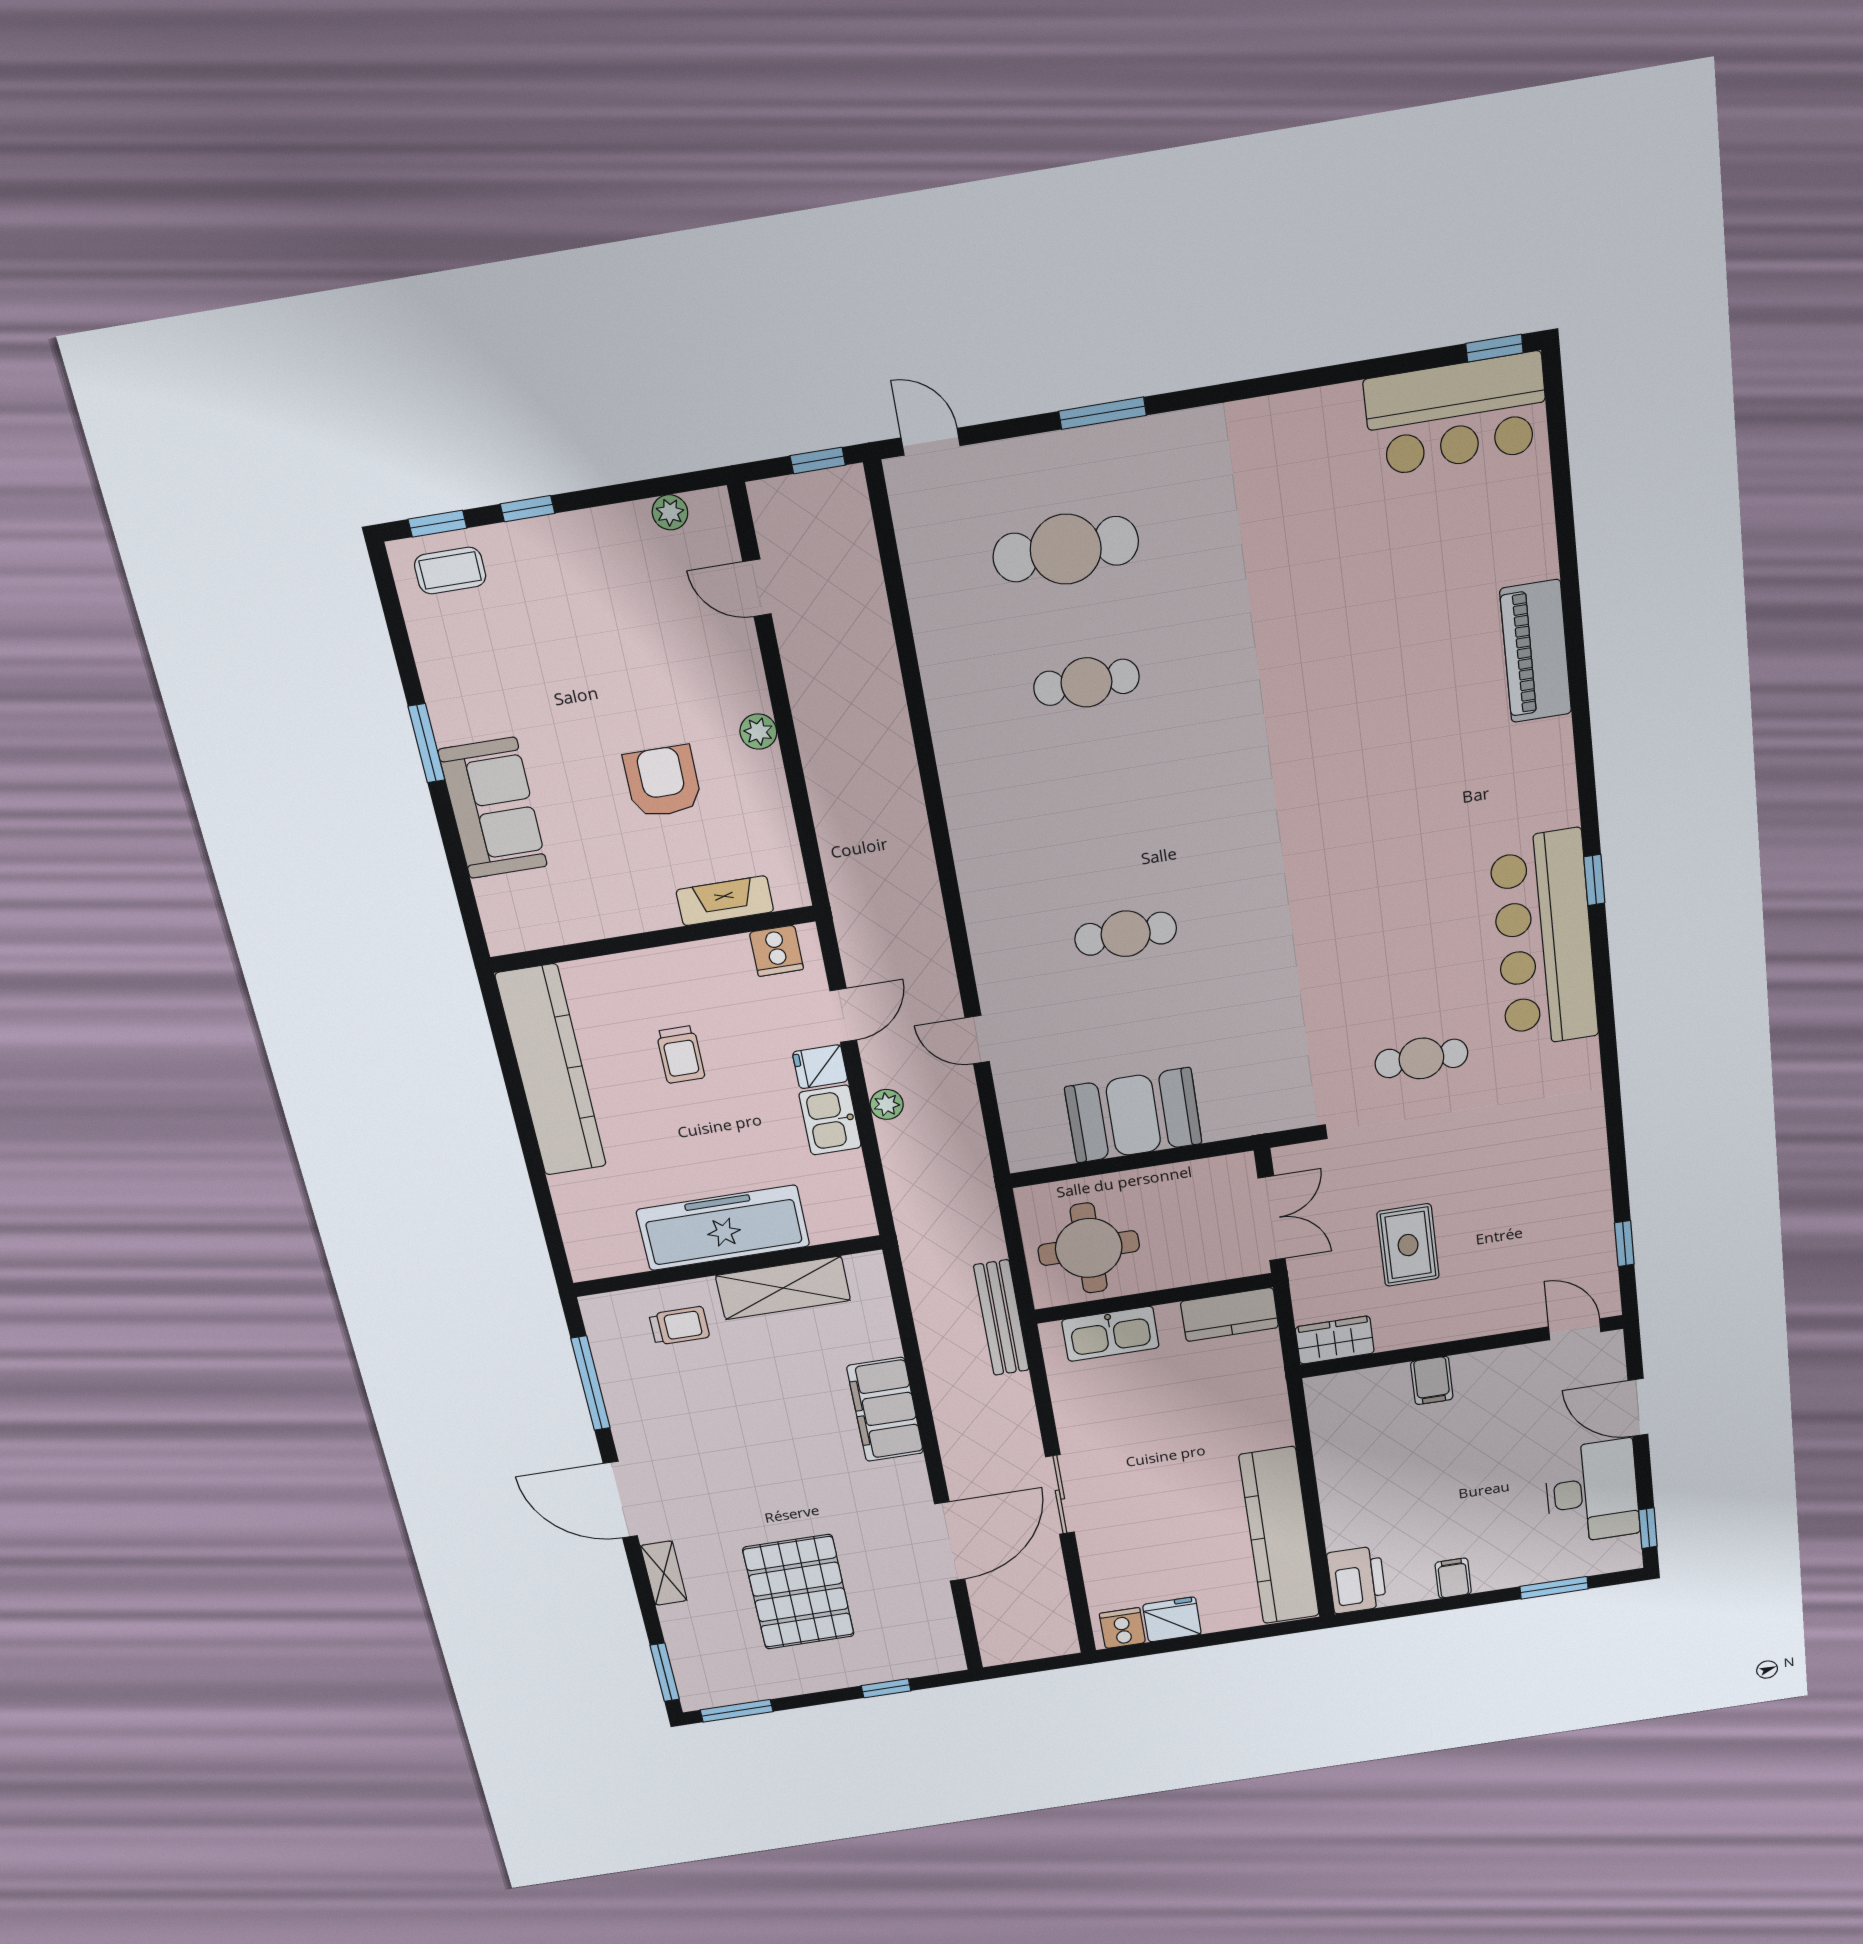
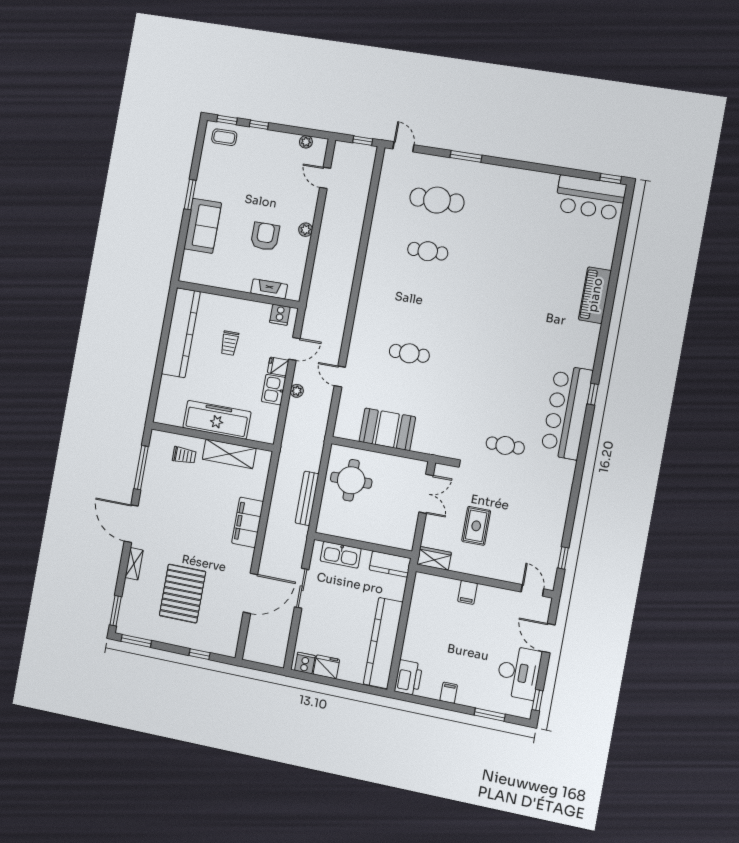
wall: (1154, 1298) -> (363, 545), moved
kitchen counter: (1230, 1315) -> (390, 564), moved
kitchen sink: (1110, 1334) -> (341, 555), moved

